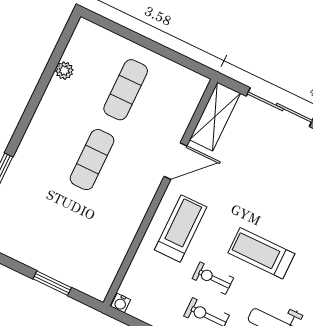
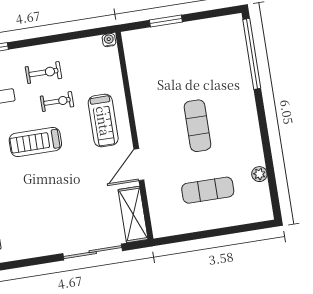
exercise mat: (126, 90) -> (208, 190), turned 90
treadmill: (261, 253) -> (35, 142), turned 180

